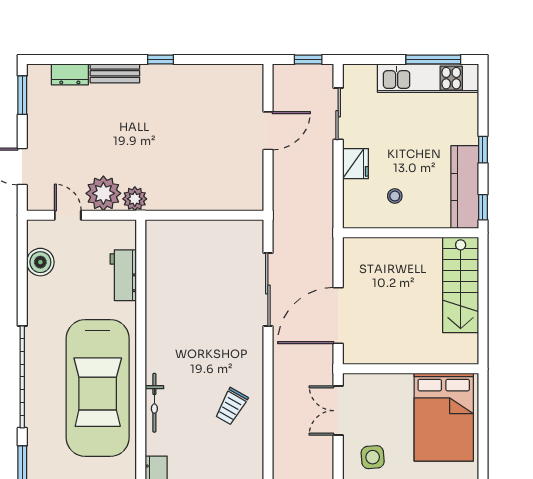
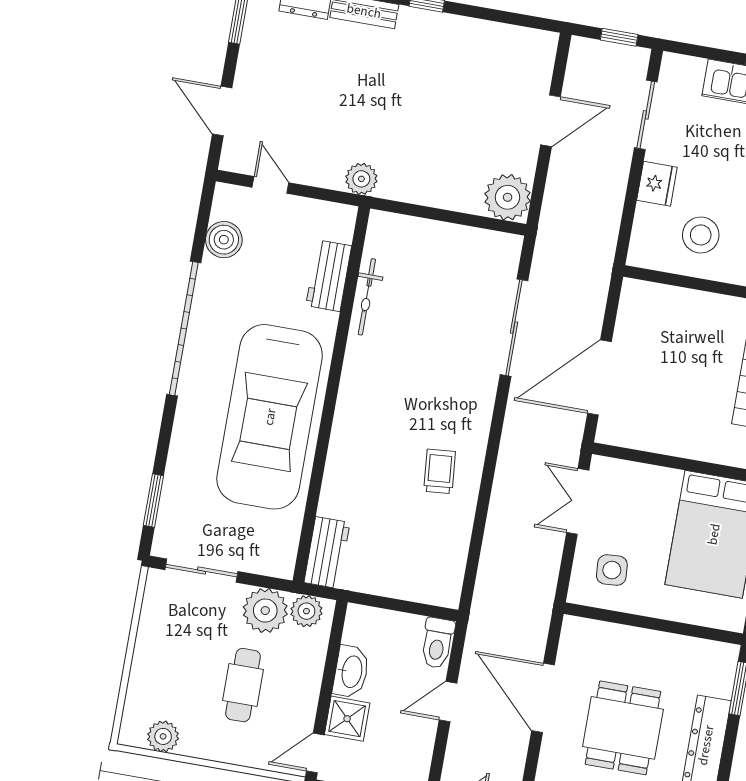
plant: (103, 193) -> (508, 197), moved
stool: (395, 196) -> (701, 235), width x1.89, depth x1.89
garage door: (22, 377) -> (184, 329), moved
bicycle: (154, 403) -> (367, 297), moved
trolley: (231, 406) -> (440, 471), turned 145

